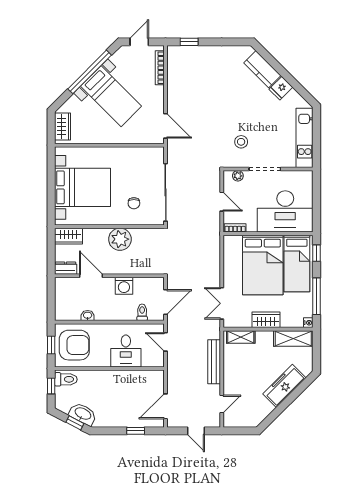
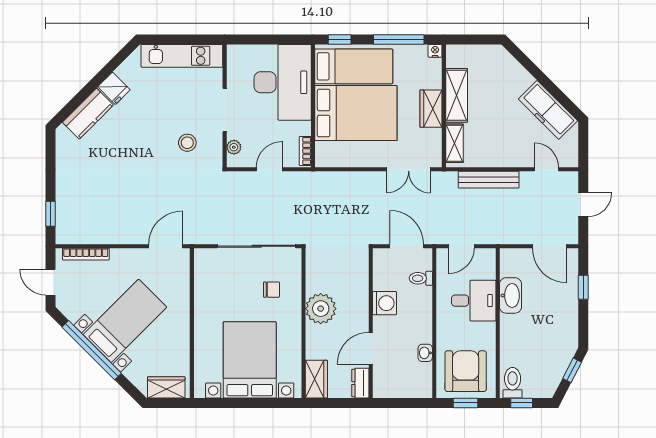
shelving: (293, 338) -> (457, 95), moved
freezer: (284, 386) -> (548, 110), moved
washbasin: (83, 414) -> (510, 295), moved, turned 153

